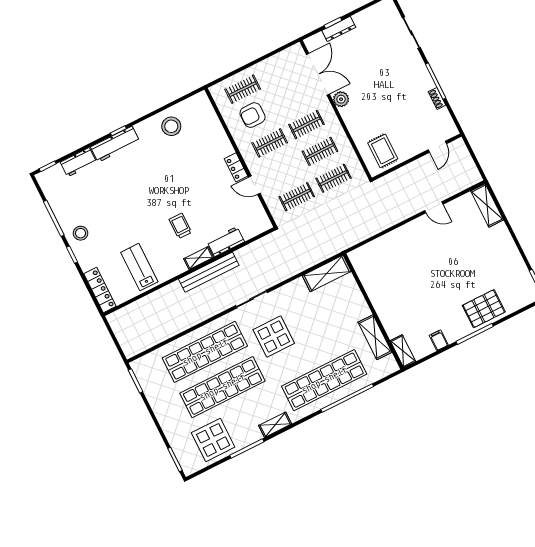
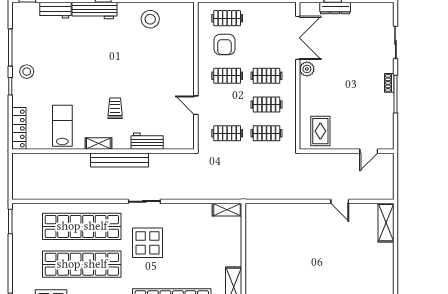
shoe rack: (437, 98) -> (389, 83), moved
armchair: (253, 115) -> (224, 45), turned -90
locker: (236, 167) -> (188, 82), removed
shelving: (199, 258) -> (98, 144), moved
shelving: (327, 273) -> (227, 210), width x0.67, depth x0.75

